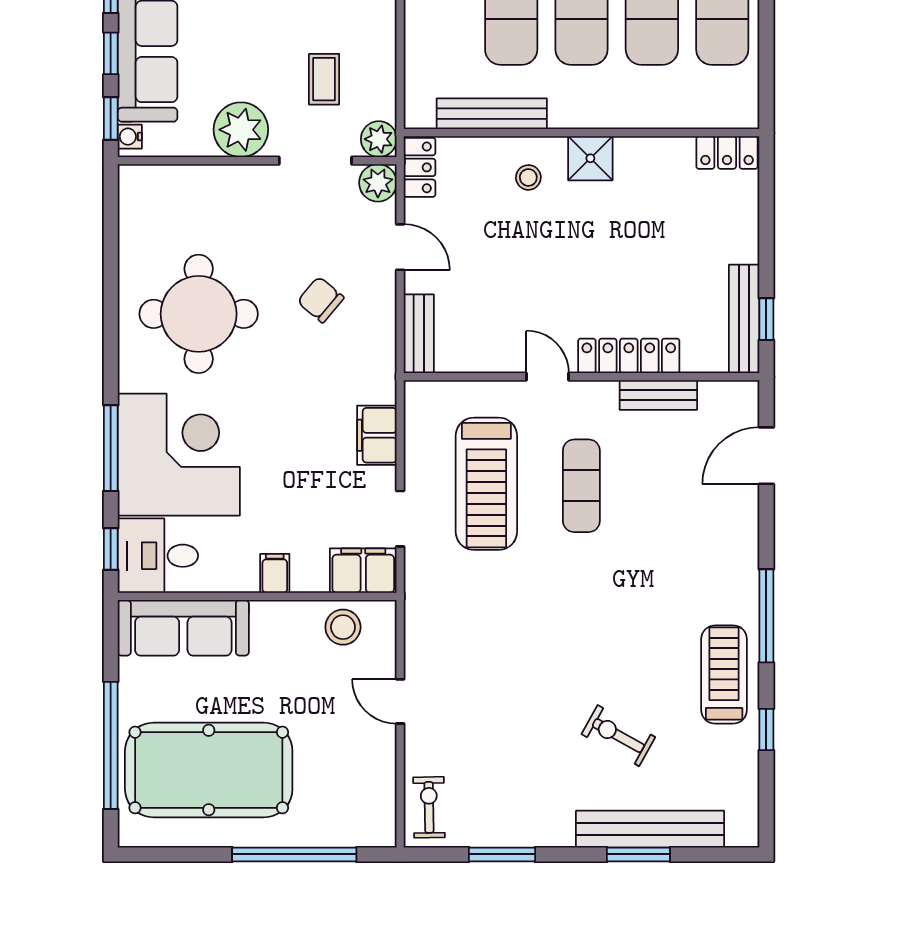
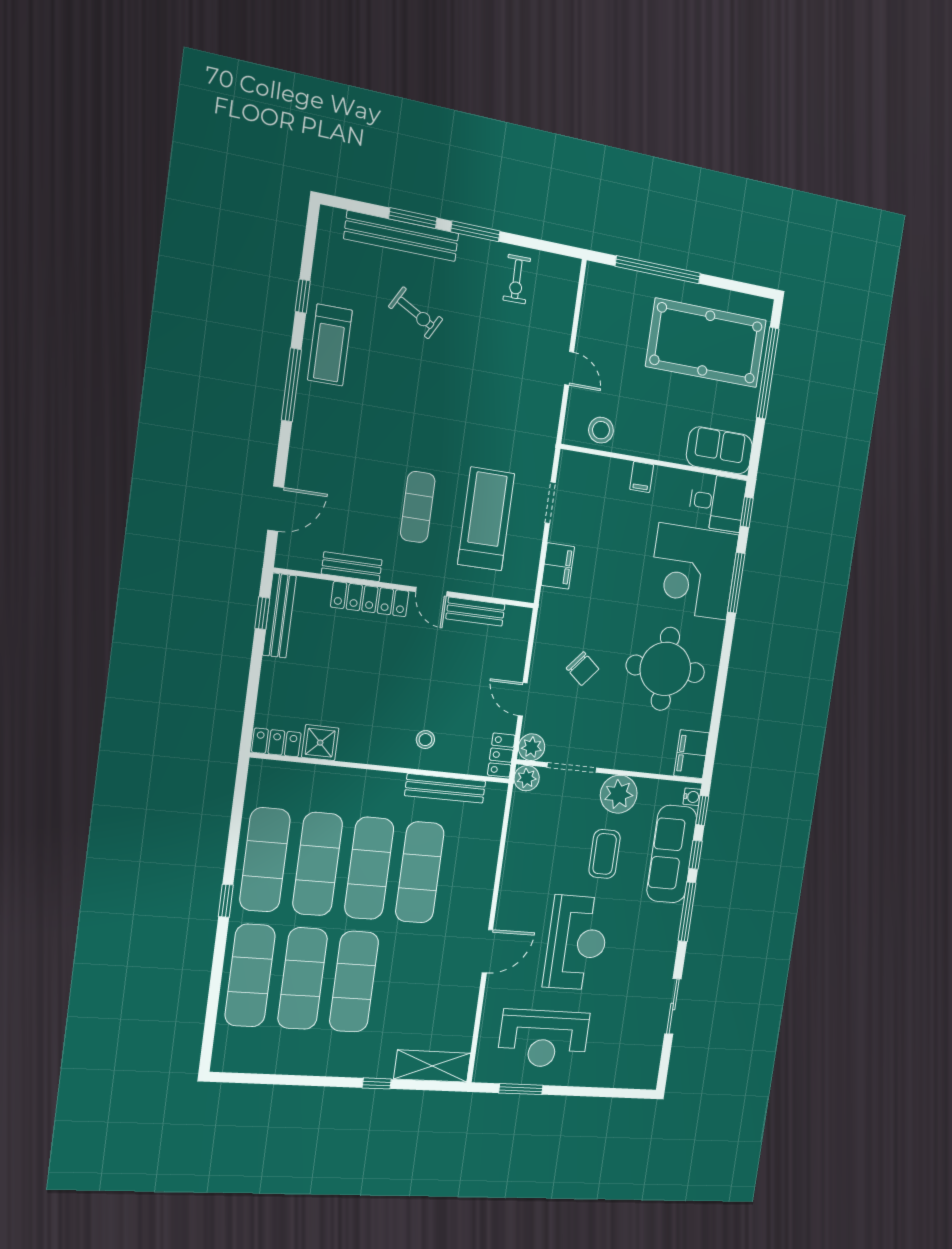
coffee table: (324, 79) -> (605, 854), moved, width x1.36, depth x1.30
shower: (590, 158) -> (320, 743), moved
bench: (419, 334) -> (475, 612), moved, turned 90
filing cabinet: (363, 571) -> (691, 754), moved, turned 90
sofa: (183, 628) -> (719, 450), width x0.73
exercise bike: (429, 807) -> (517, 279), moved
window: (502, 854) -> (475, 231), moved

